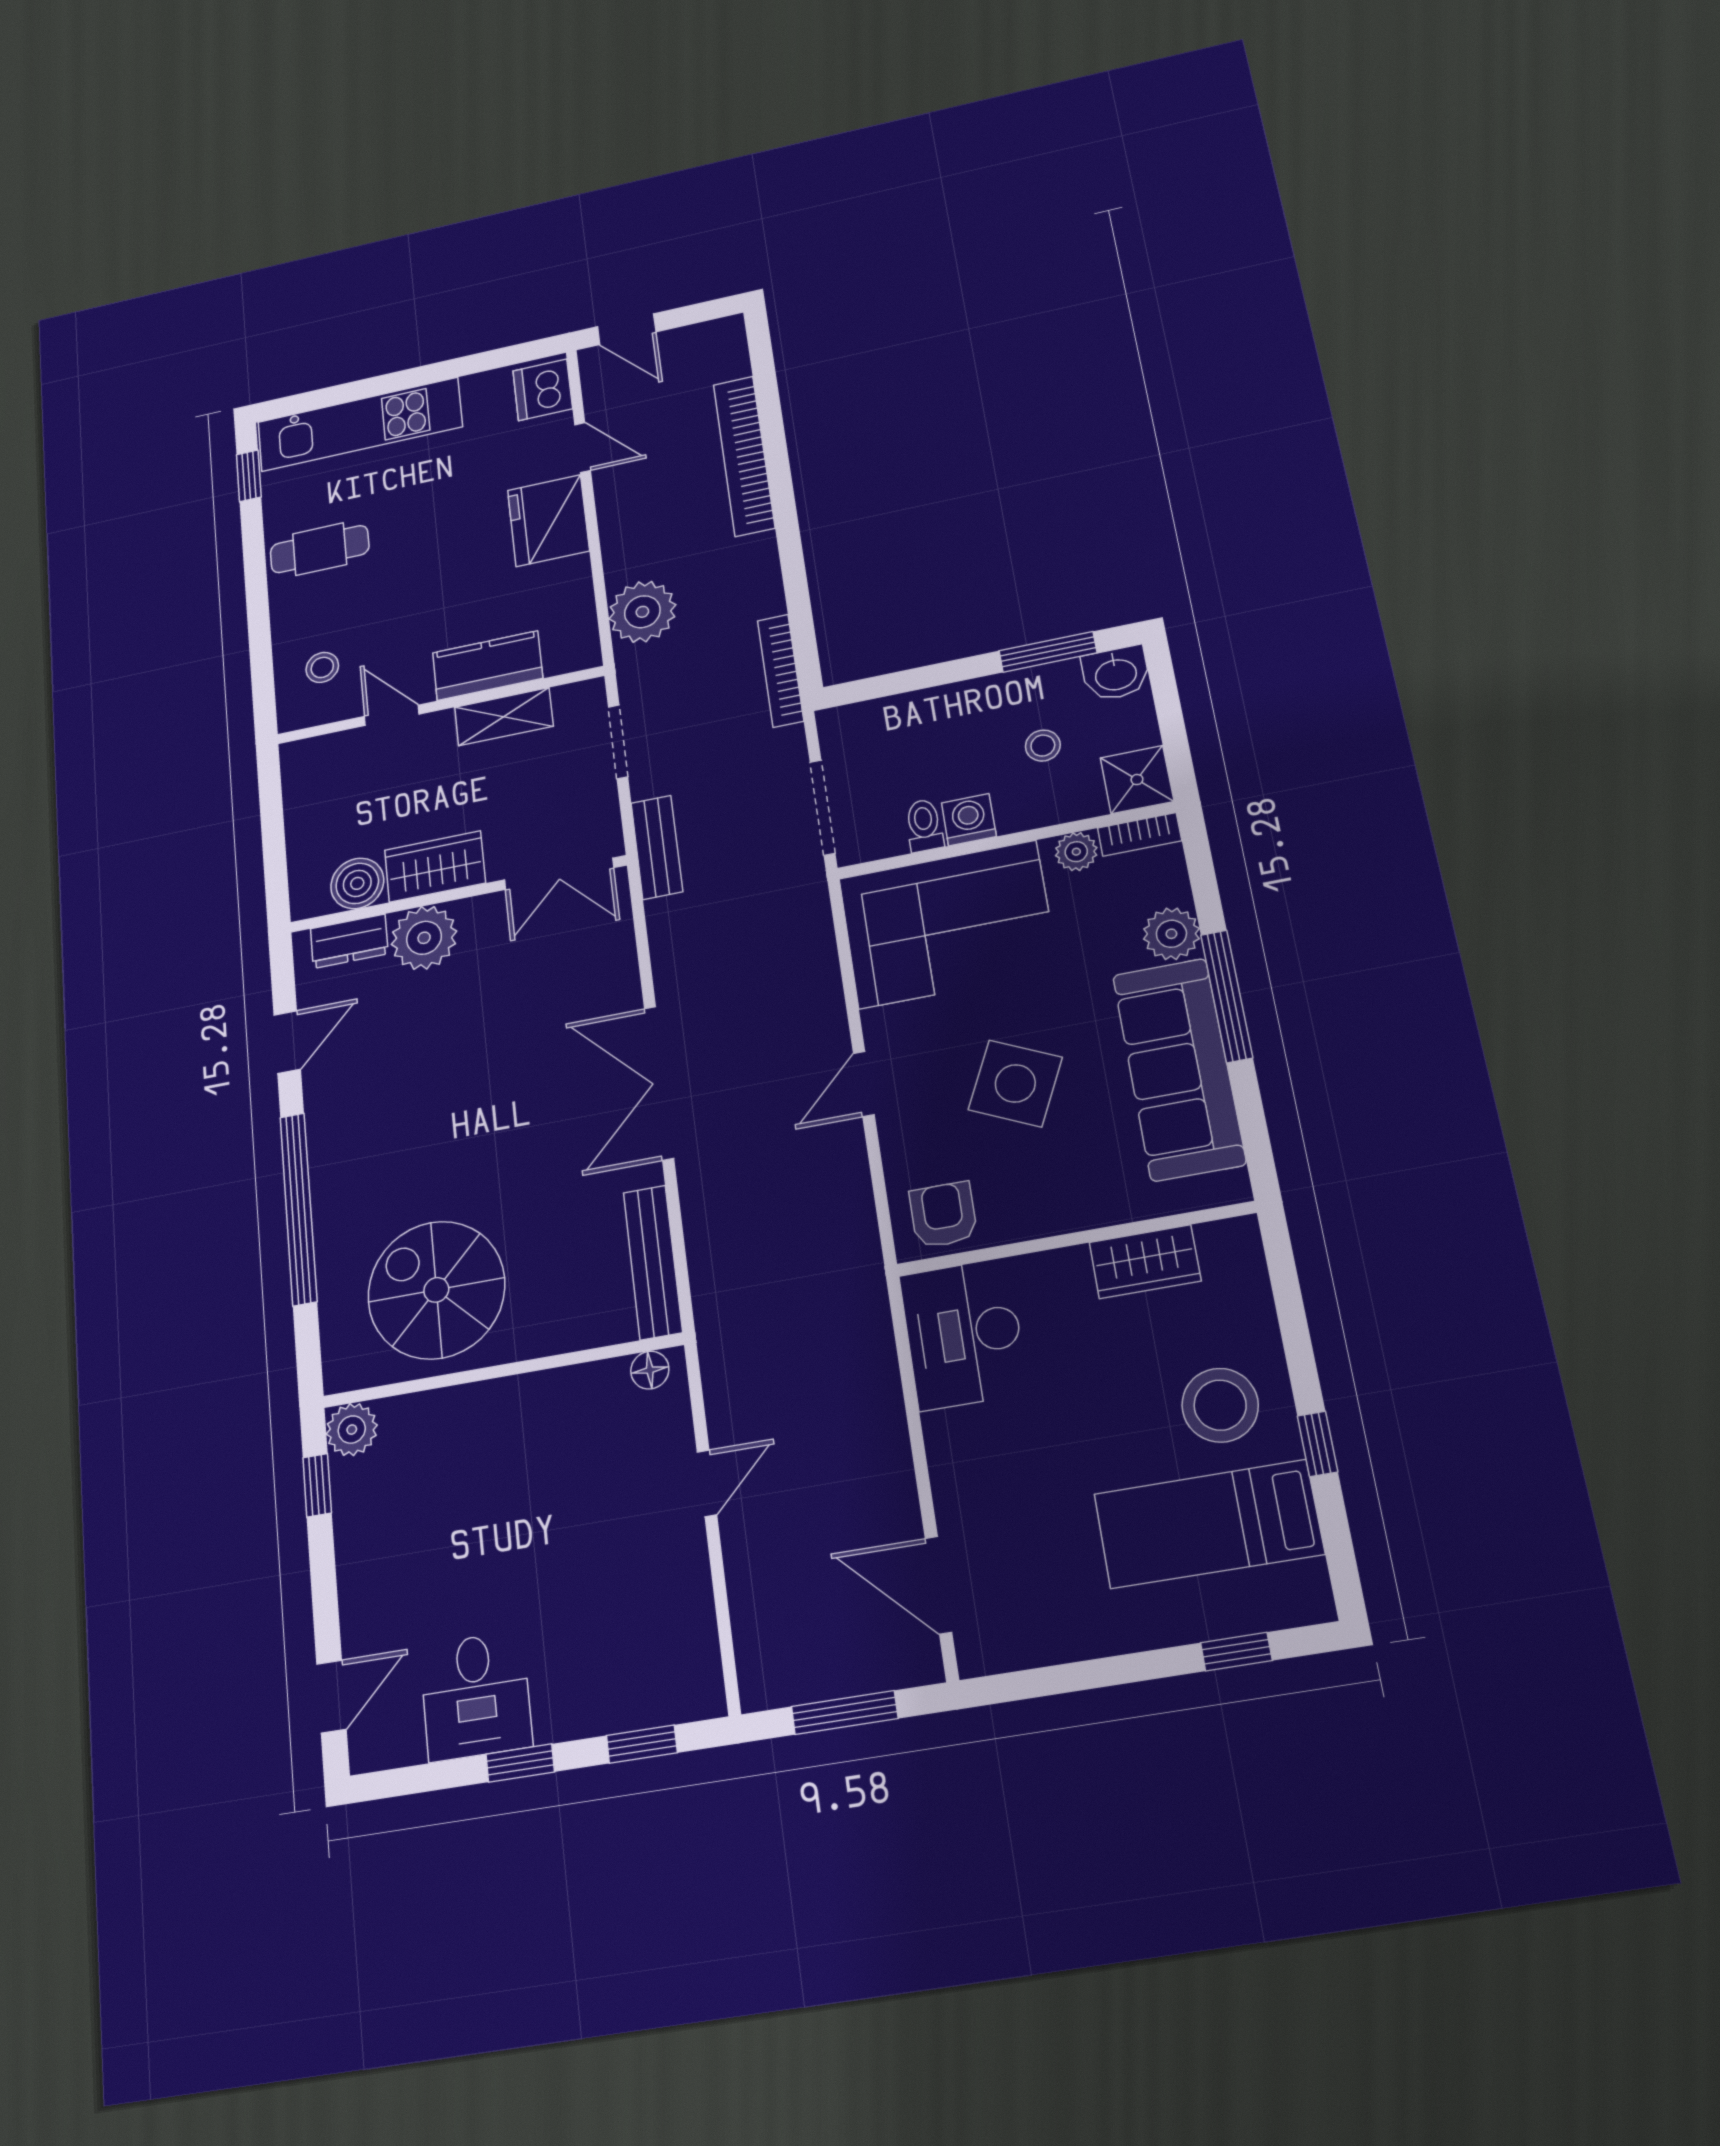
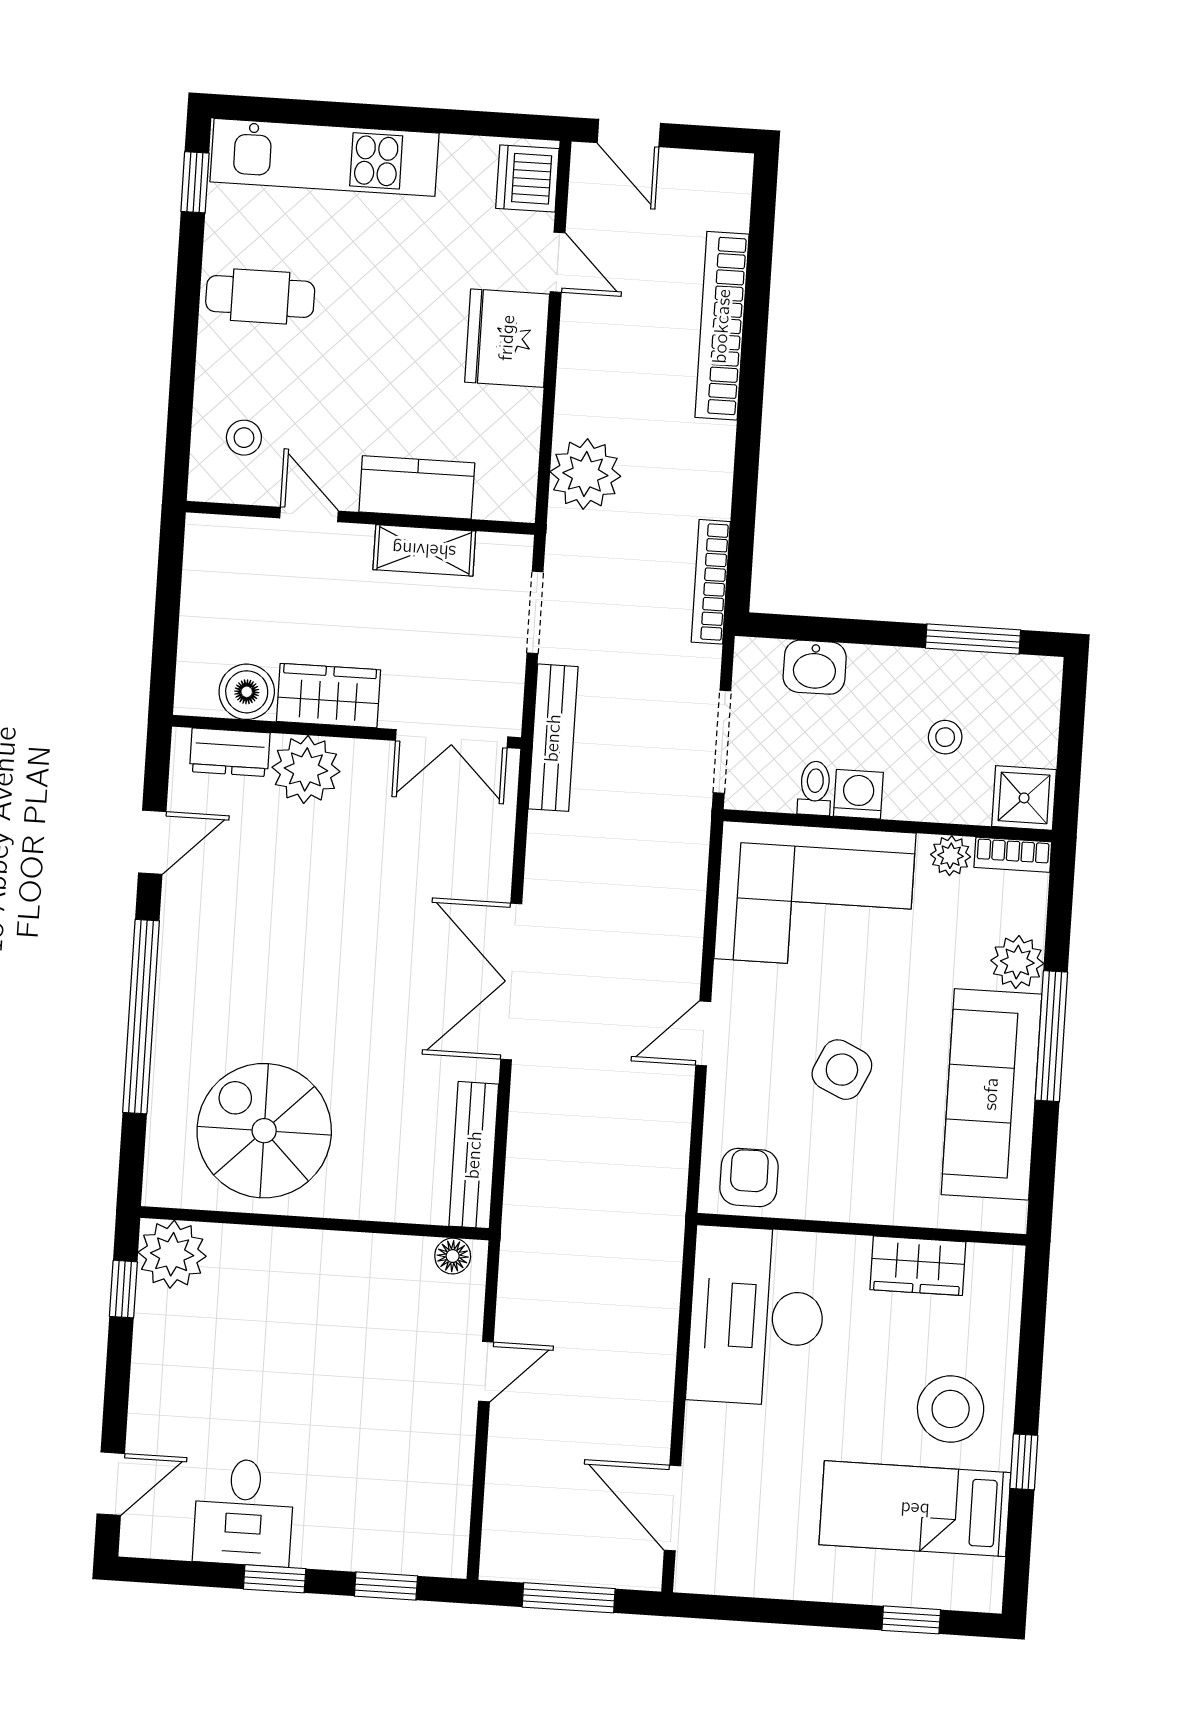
washbasin: (1116, 673) -> (815, 667), moved
bench: (657, 847) -> (553, 738), width x1.36
side table: (1015, 1083) -> (842, 1070), width x0.73, depth x0.73
desk: (963, 1334) -> (757, 1316), width x1.36, depth x1.30
plant: (352, 1430) -> (172, 1254), width x1.36, depth x1.36

